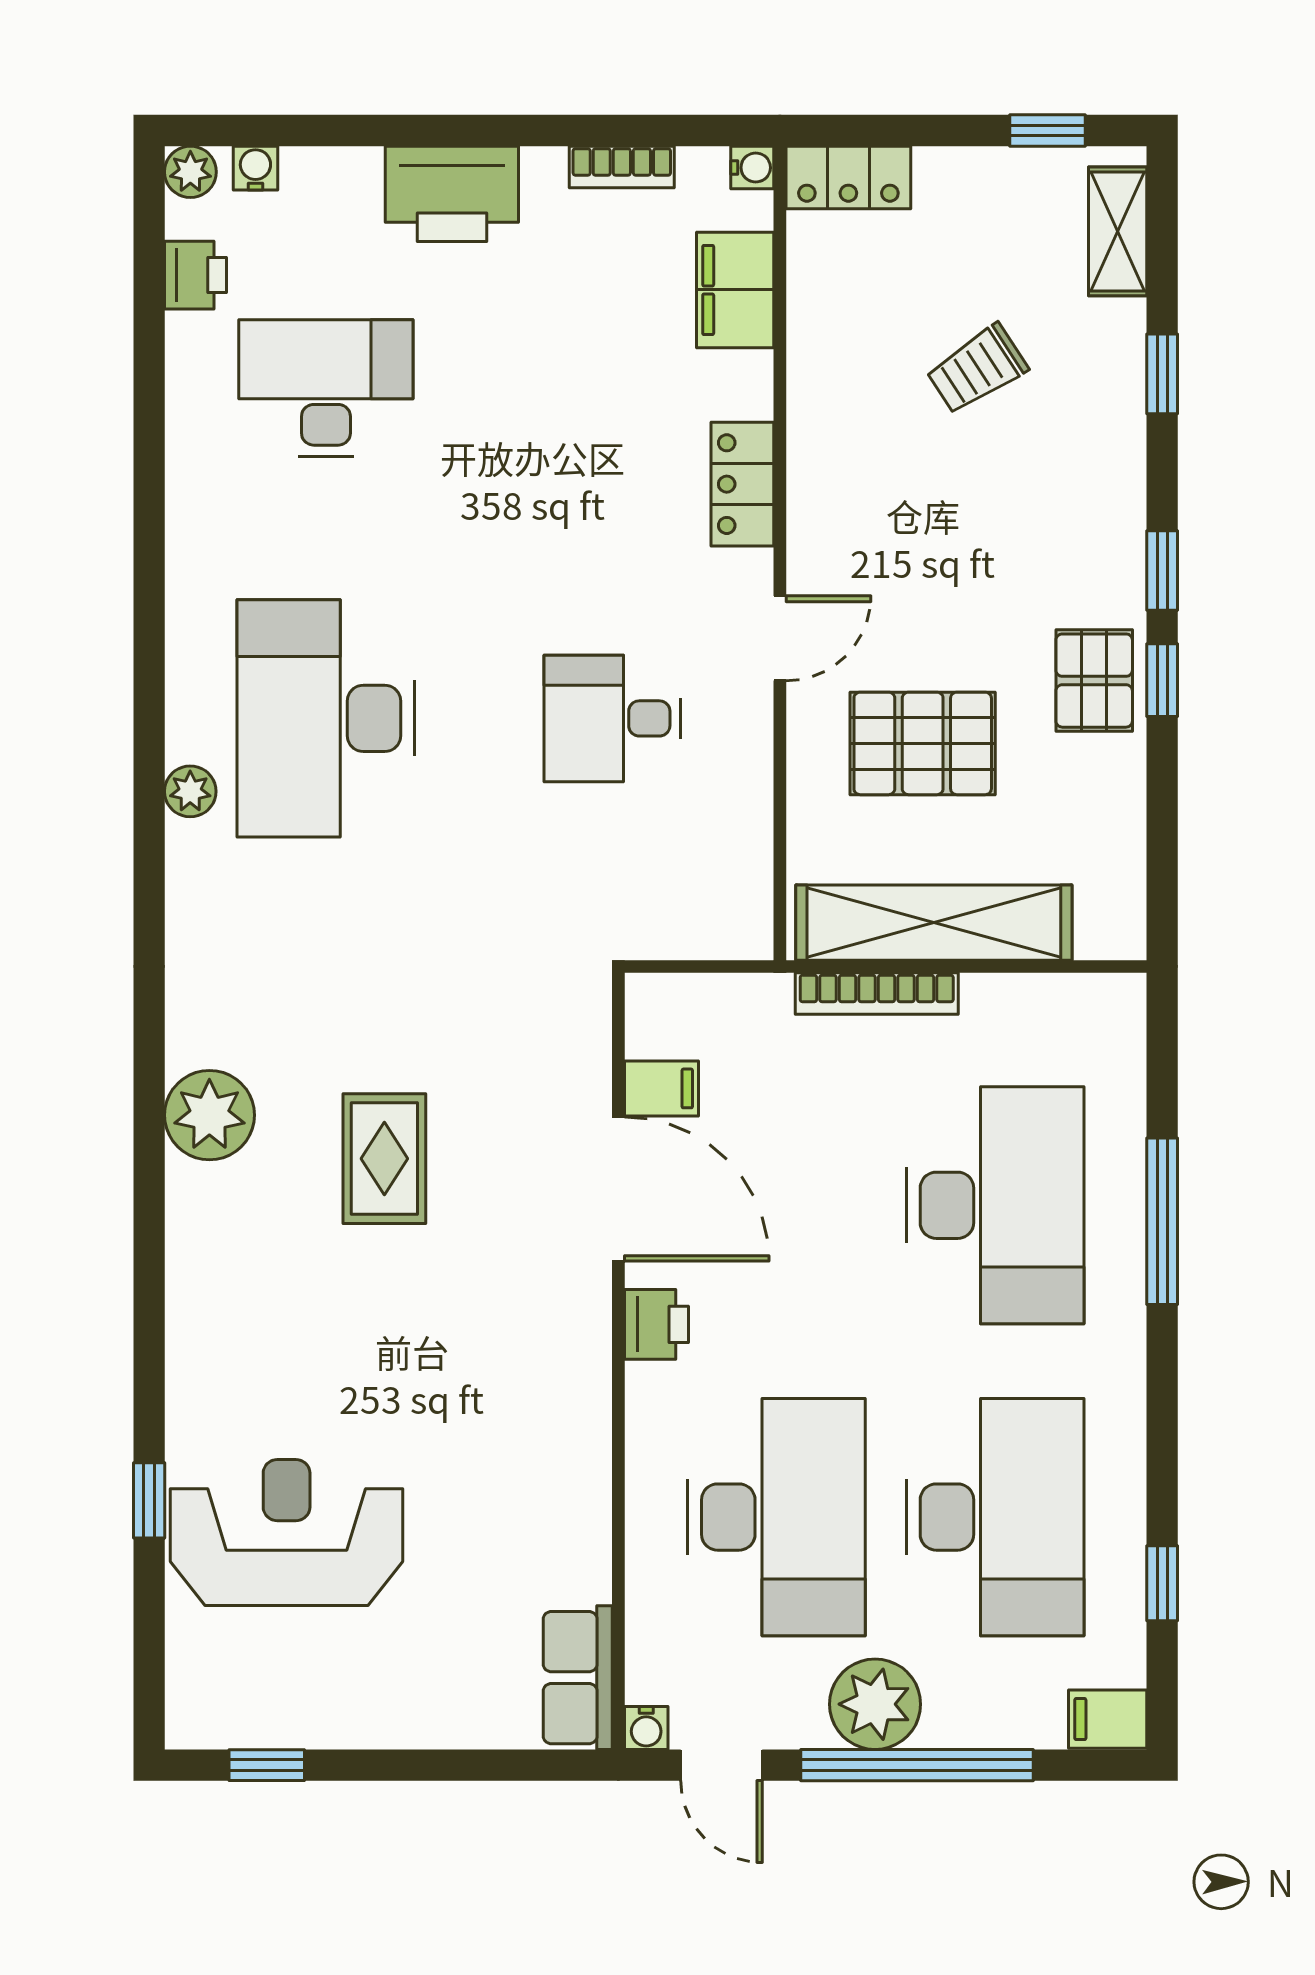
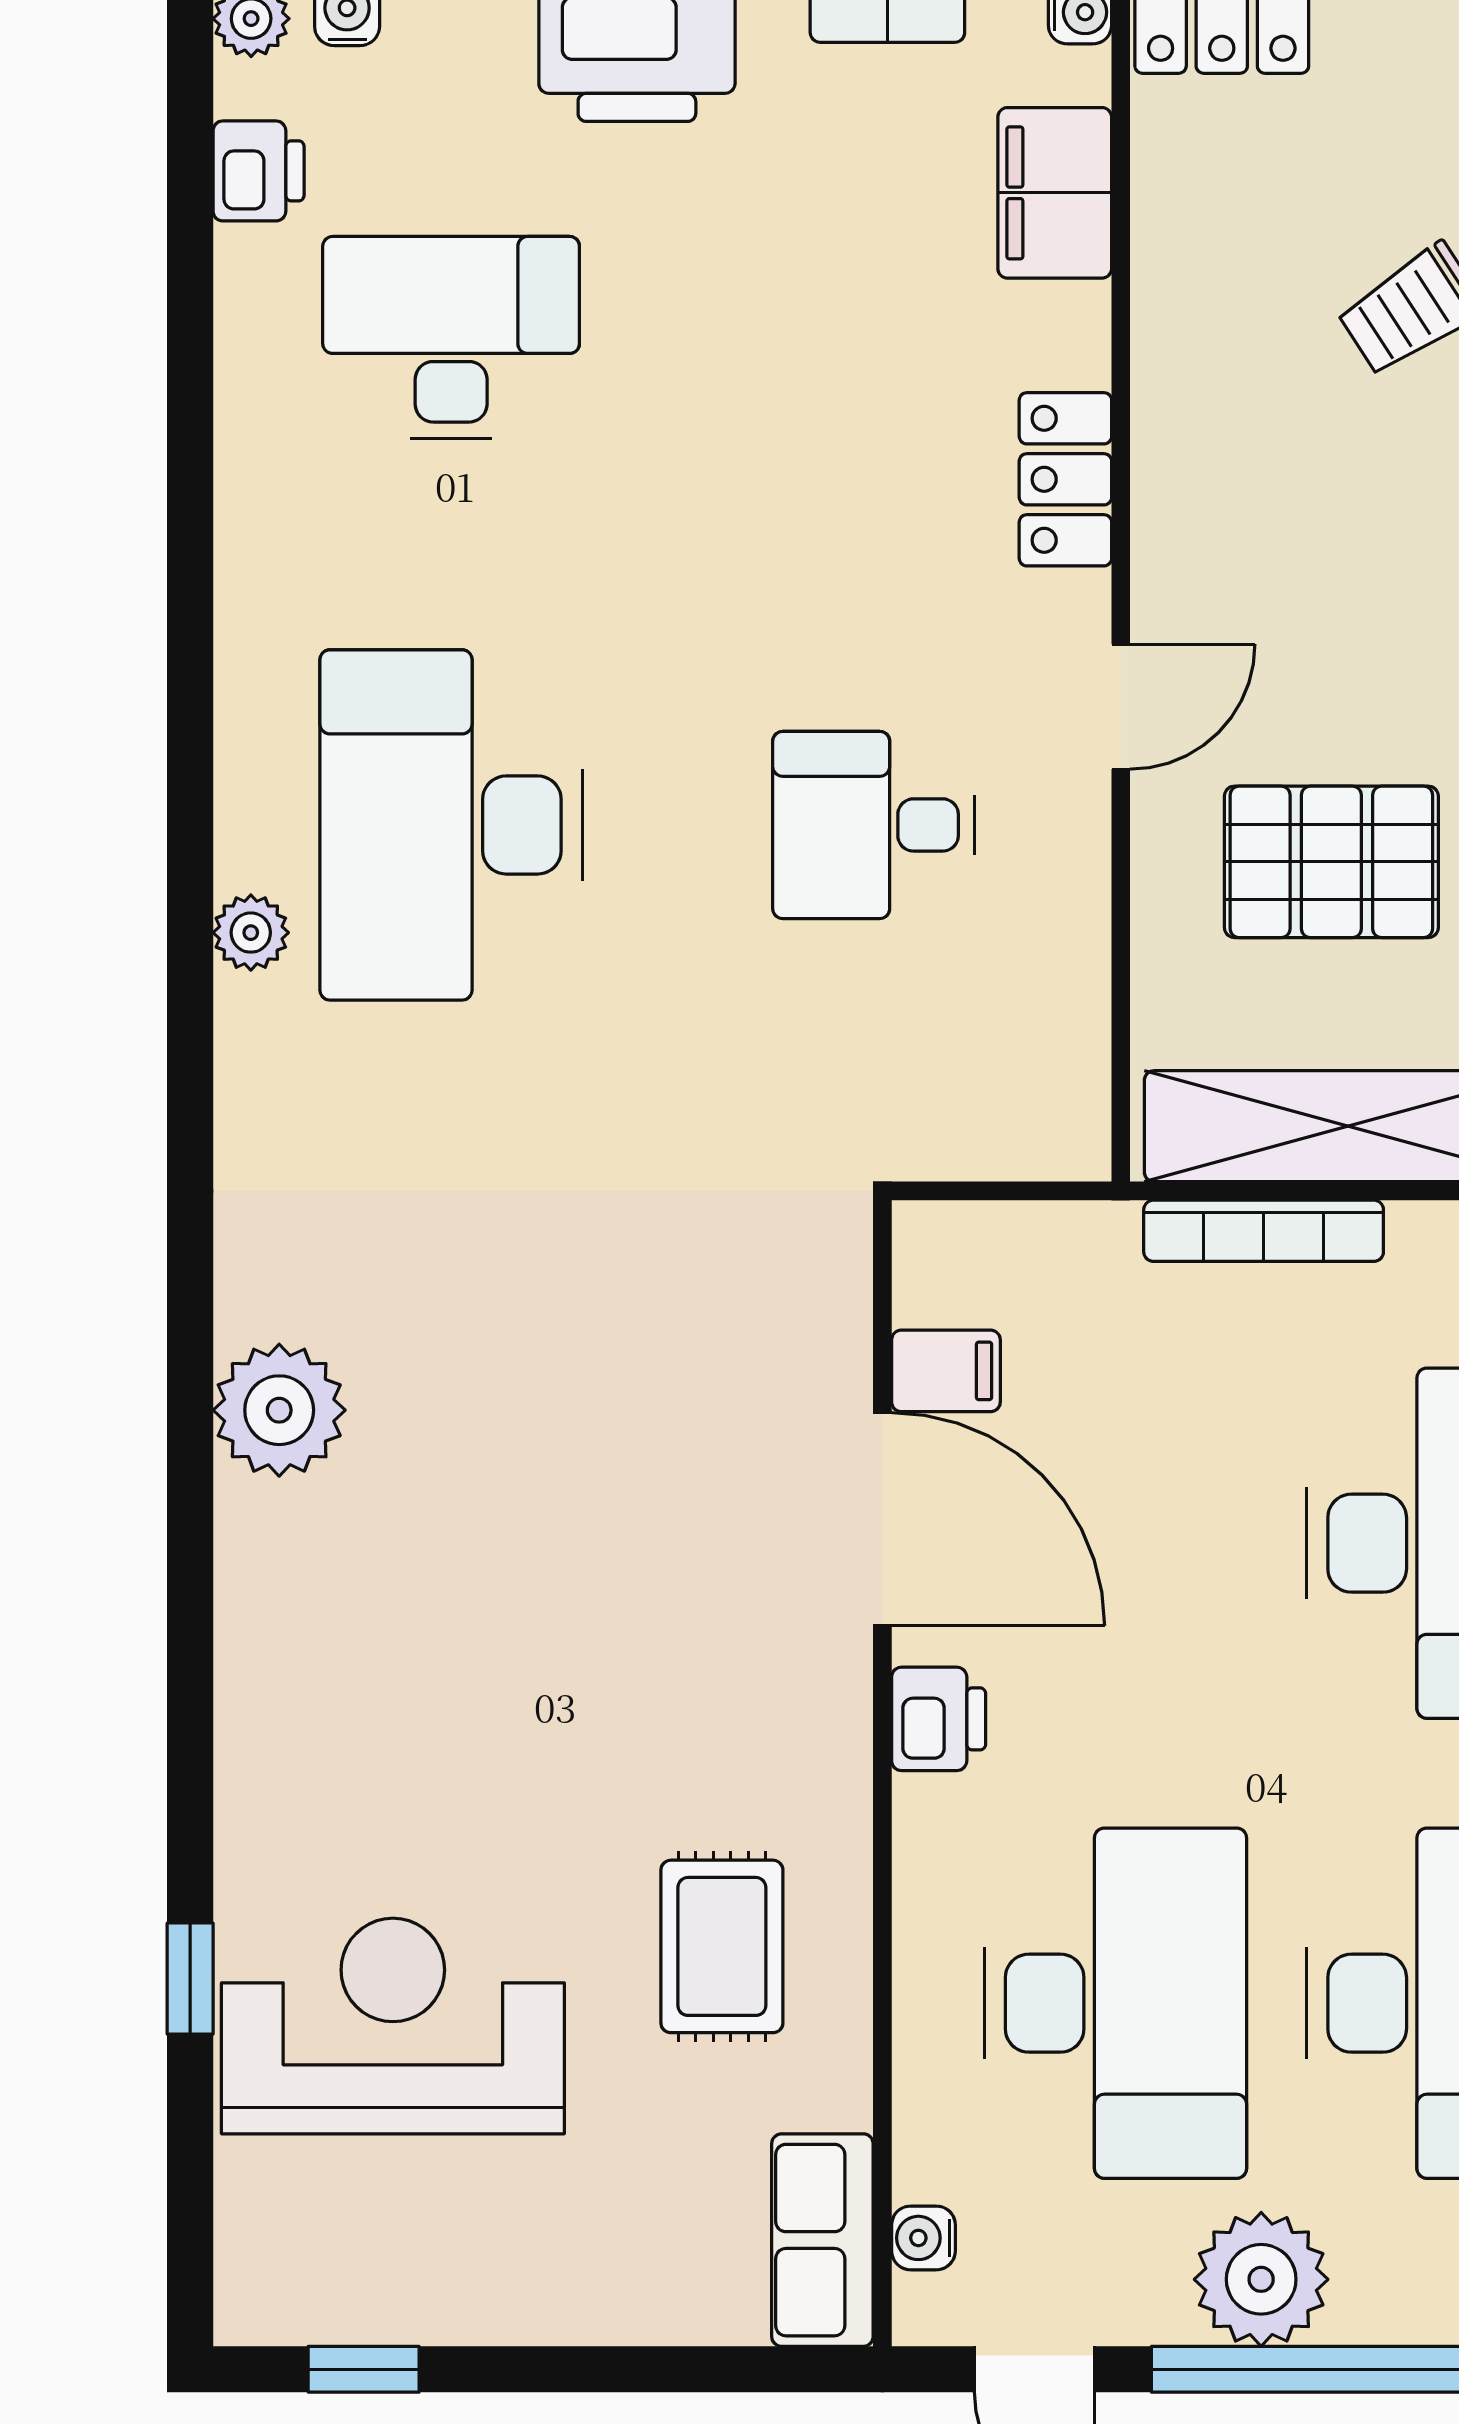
rug: (384, 1159) -> (722, 1946), moved
water cooler: (646, 1728) -> (923, 2238), moved, turned 90

